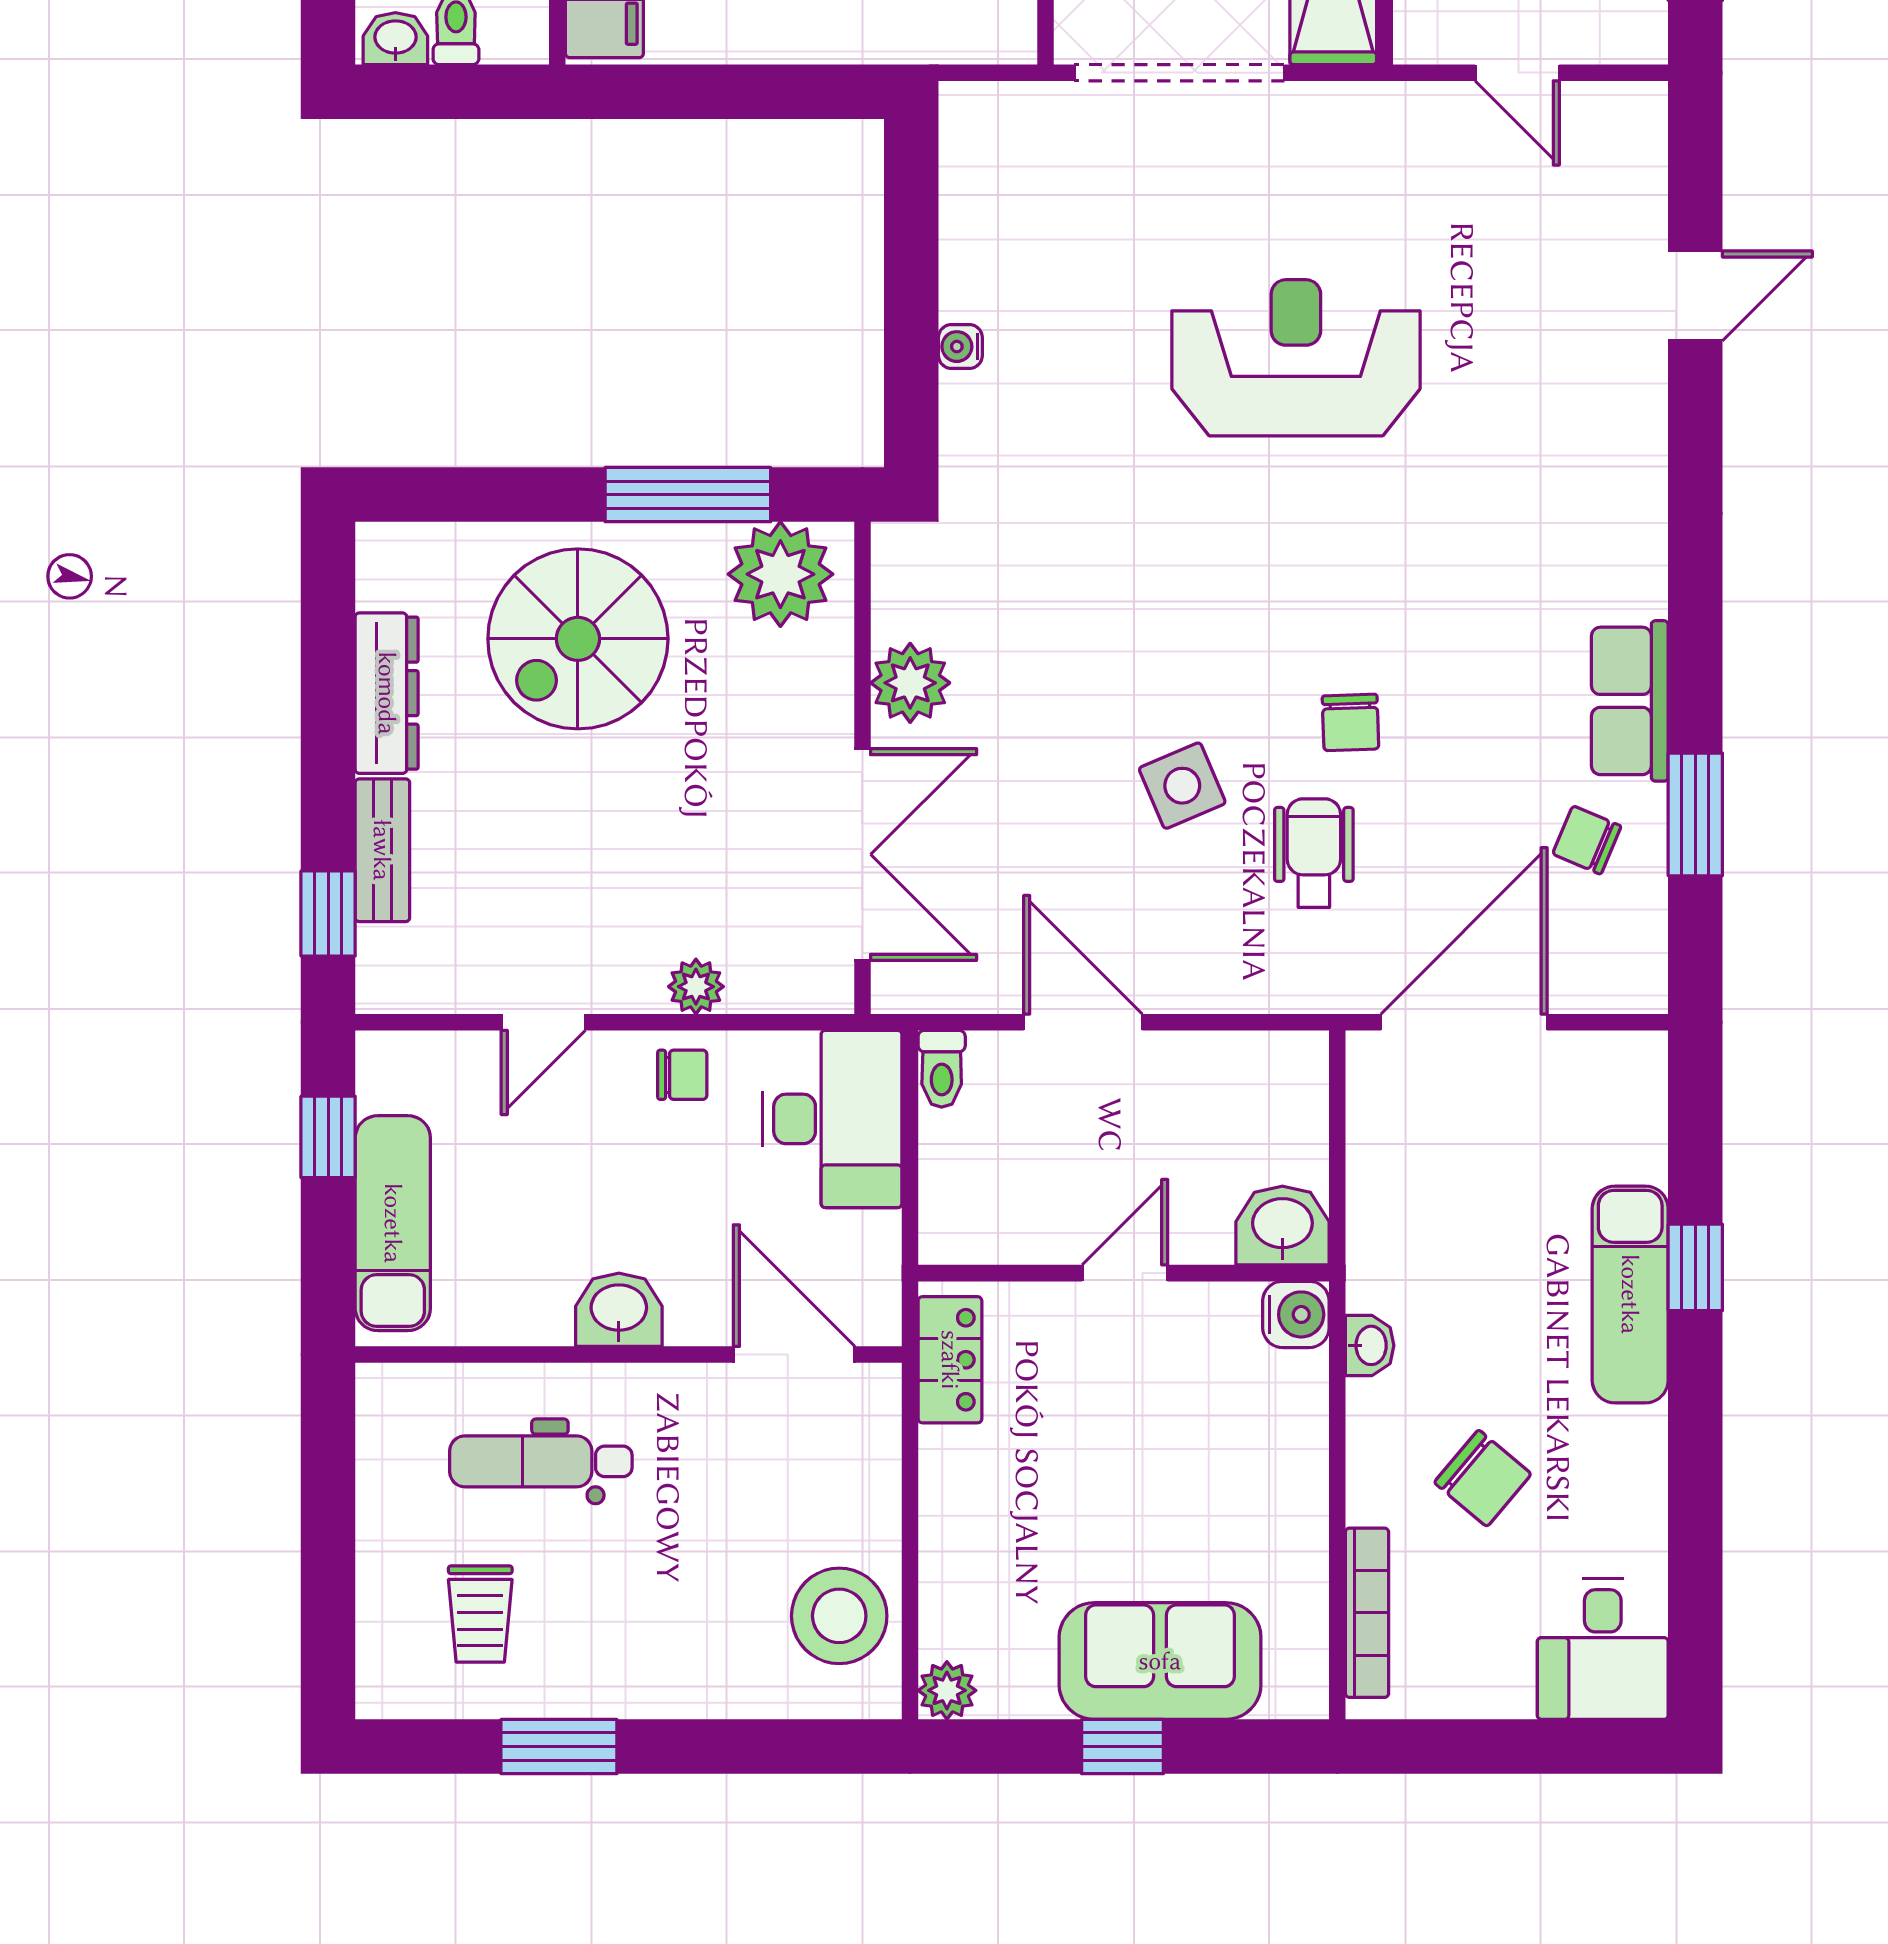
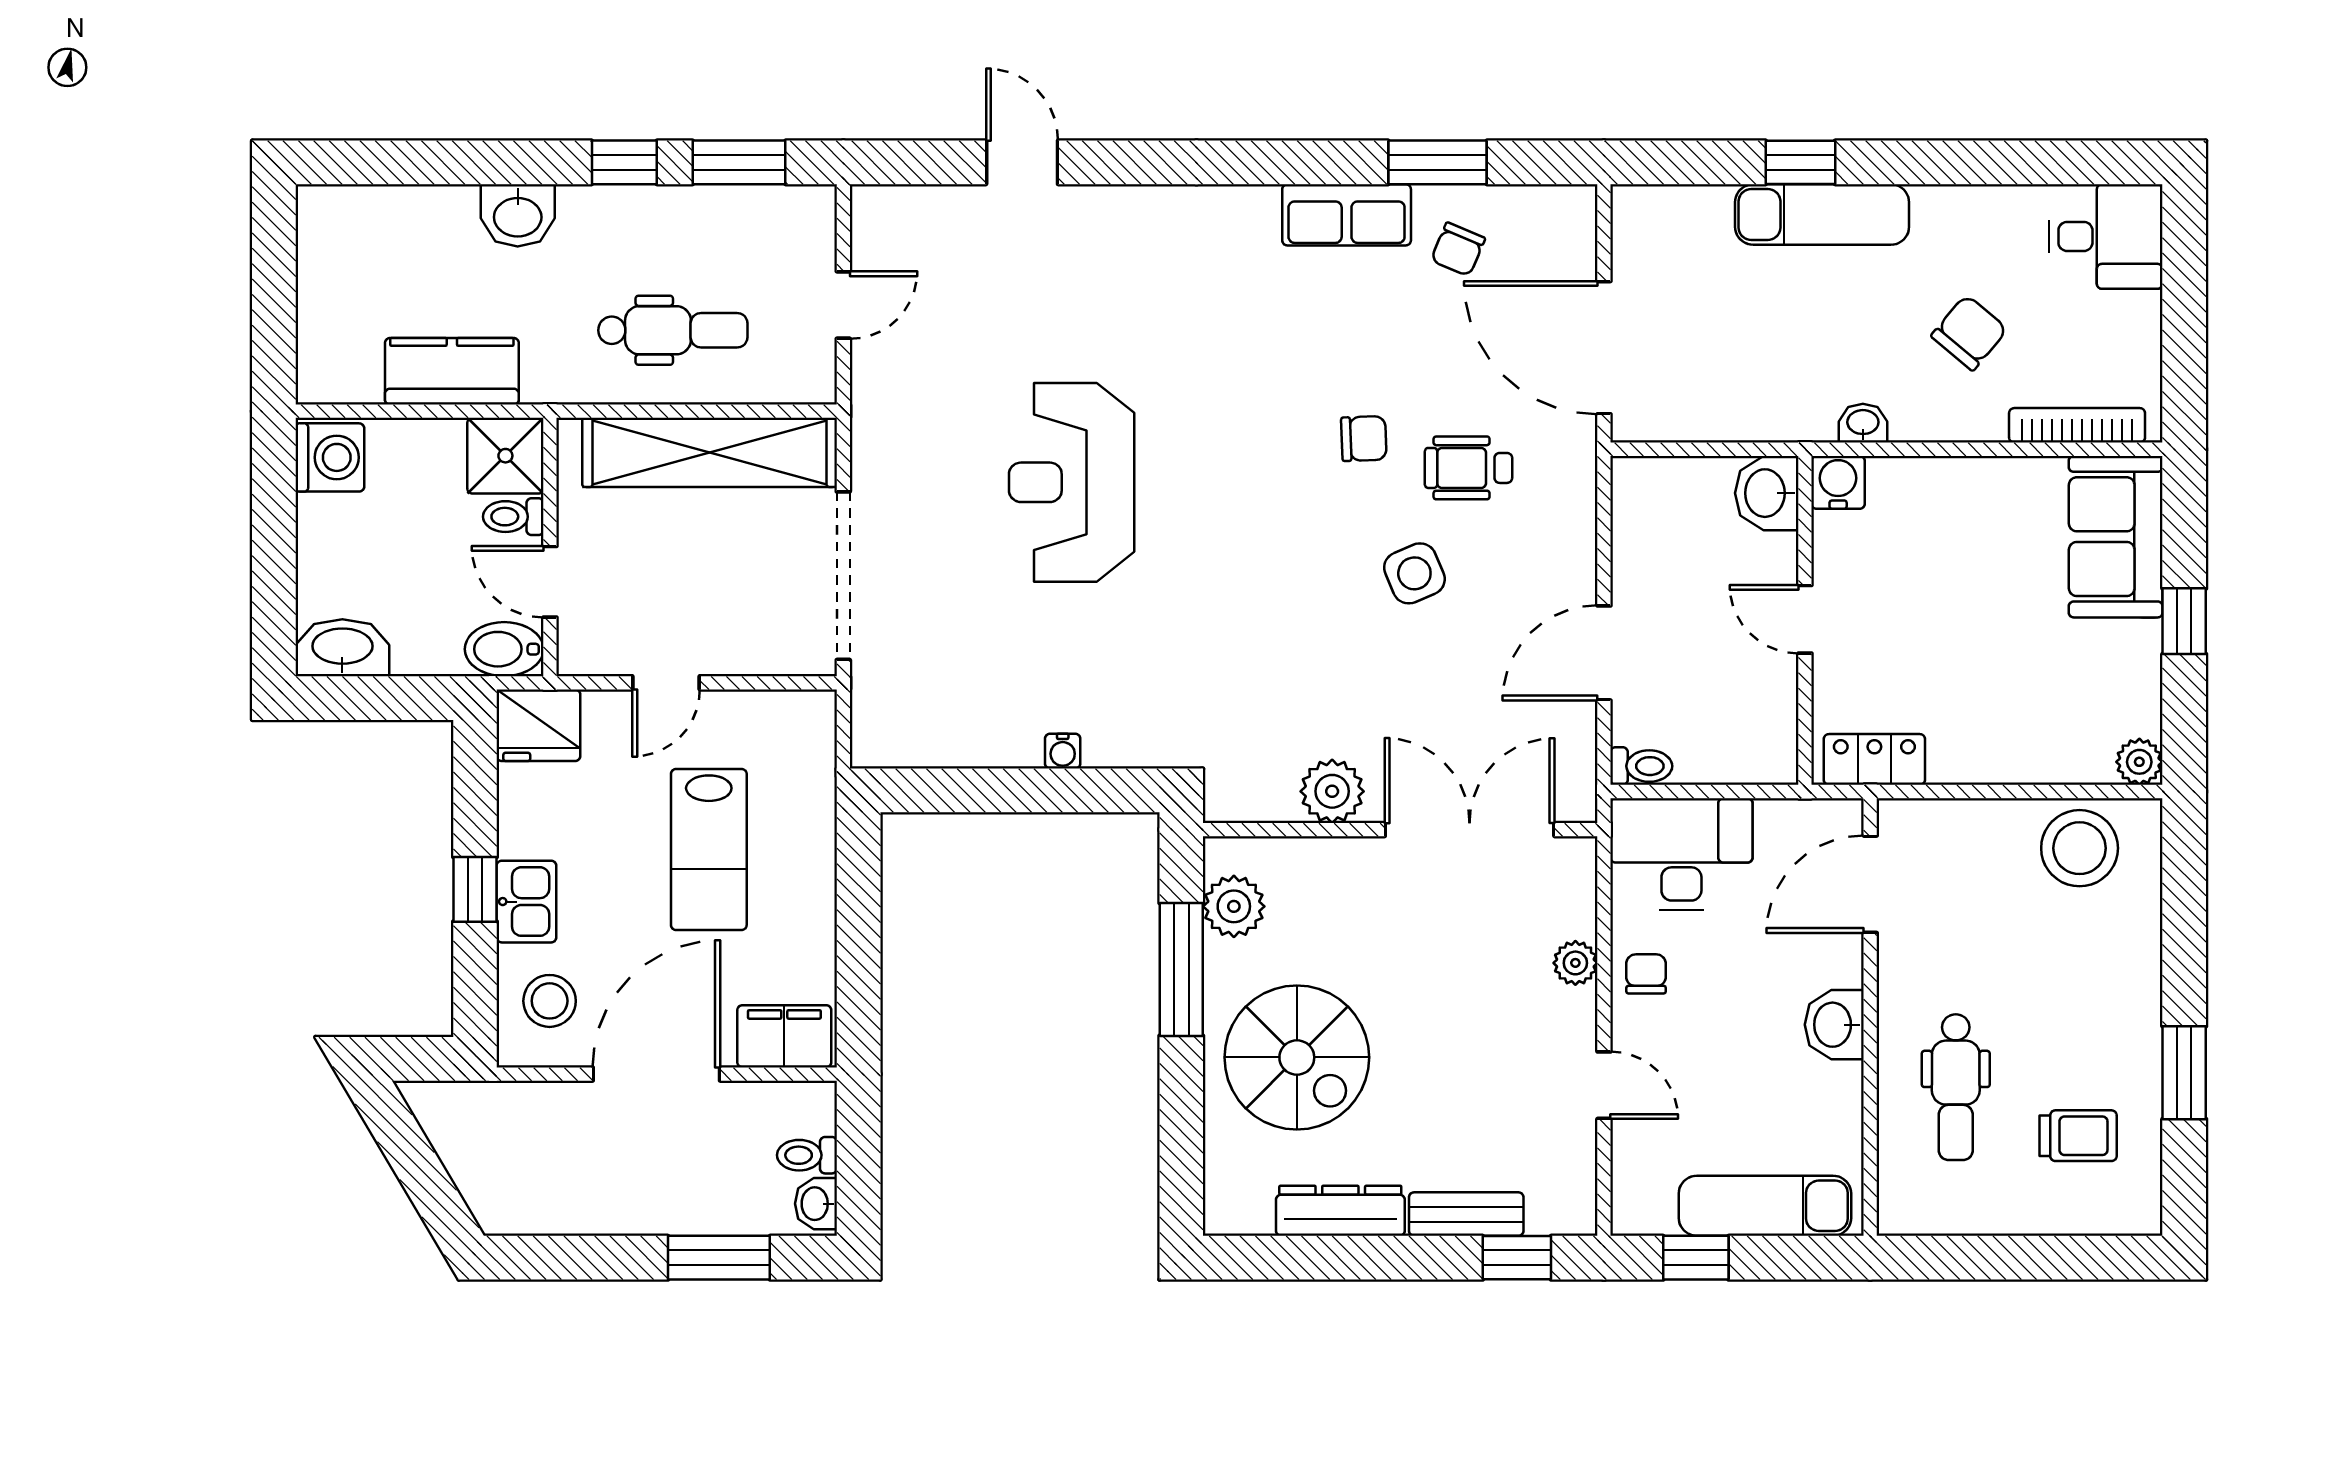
plant: (780, 574) -> (1234, 906), width x0.73, depth x0.73
sofa: (1160, 1661) -> (2116, 537), moved

